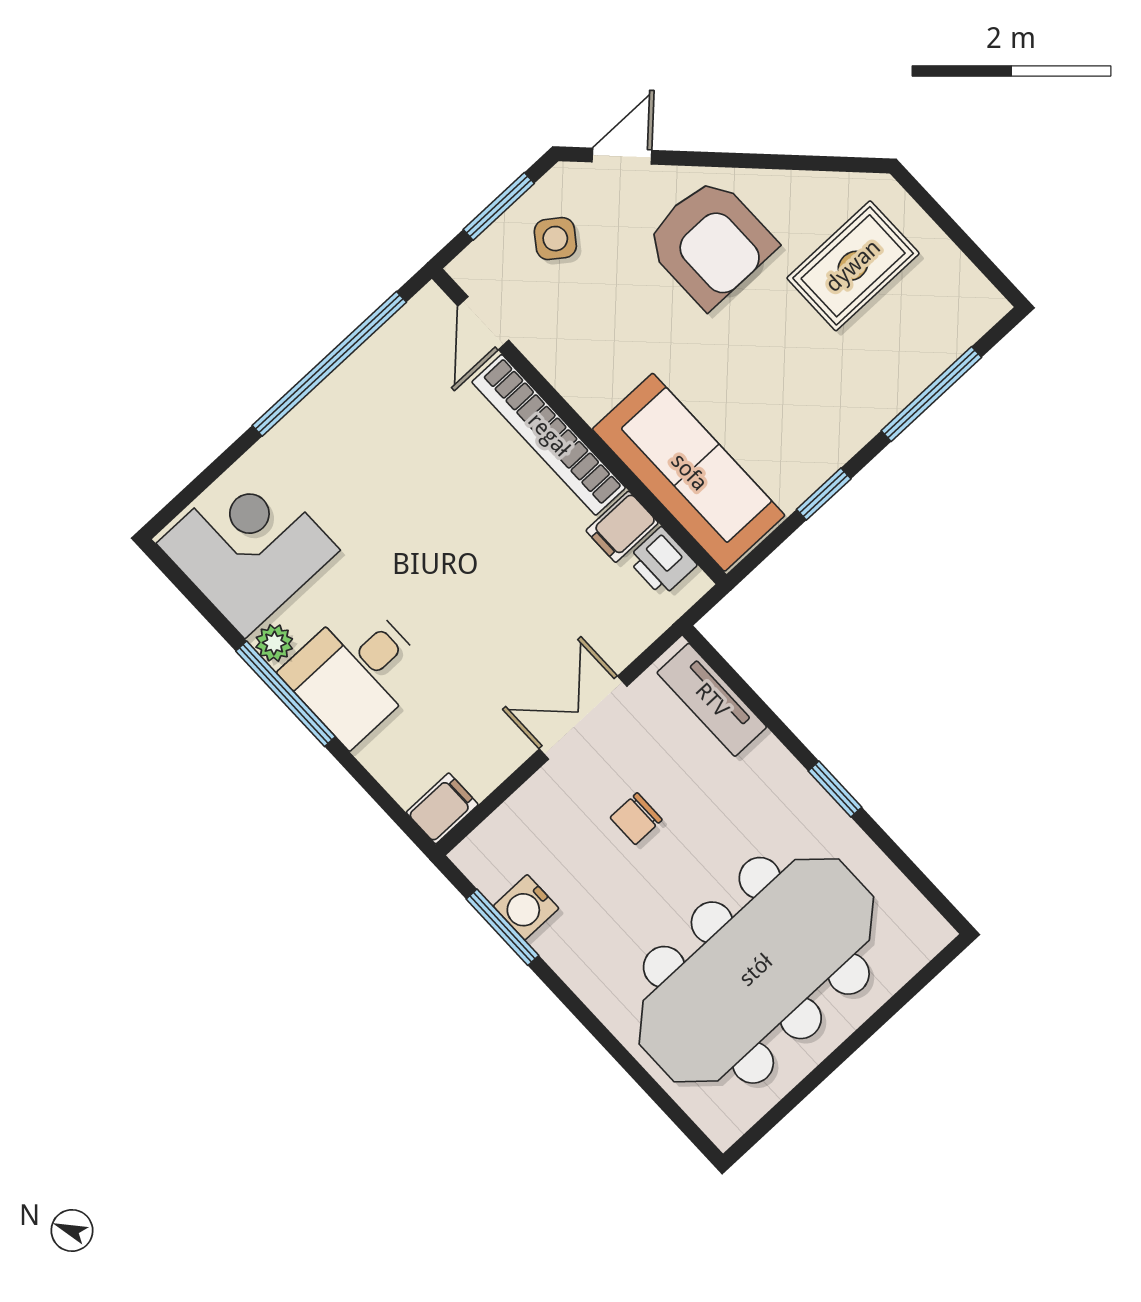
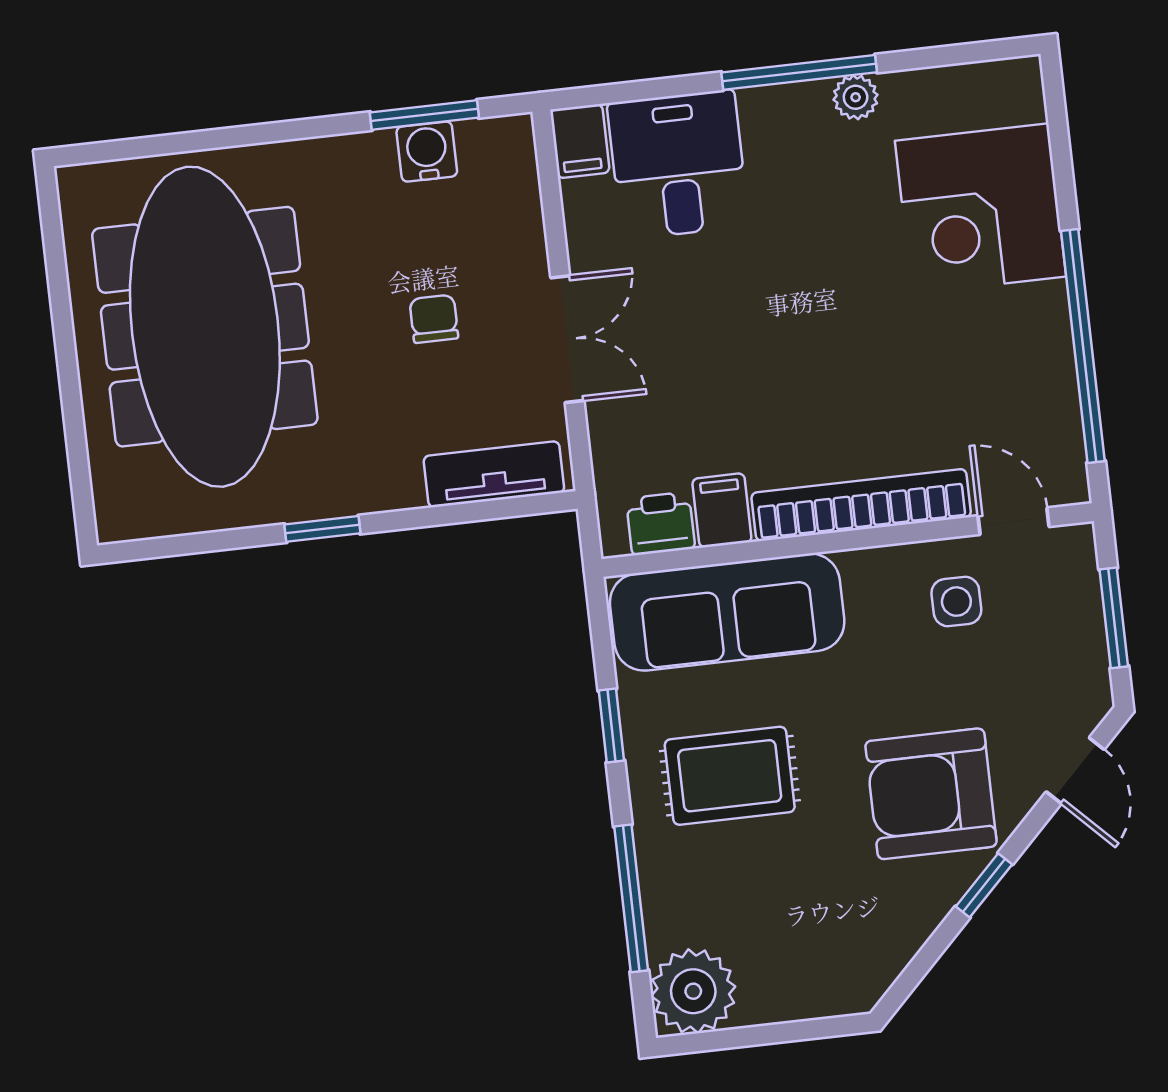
window: (746, 161) -> (984, 885), added
side table: (555, 239) -> (956, 602), moved, turned -36
rug: (853, 266) -> (730, 776), moved, turned 90
plant: (963, 305) -> (693, 991), added
corner desk: (248, 547) -> (981, 209), moved, turned 90
desk: (356, 672) -> (678, 165), moved

